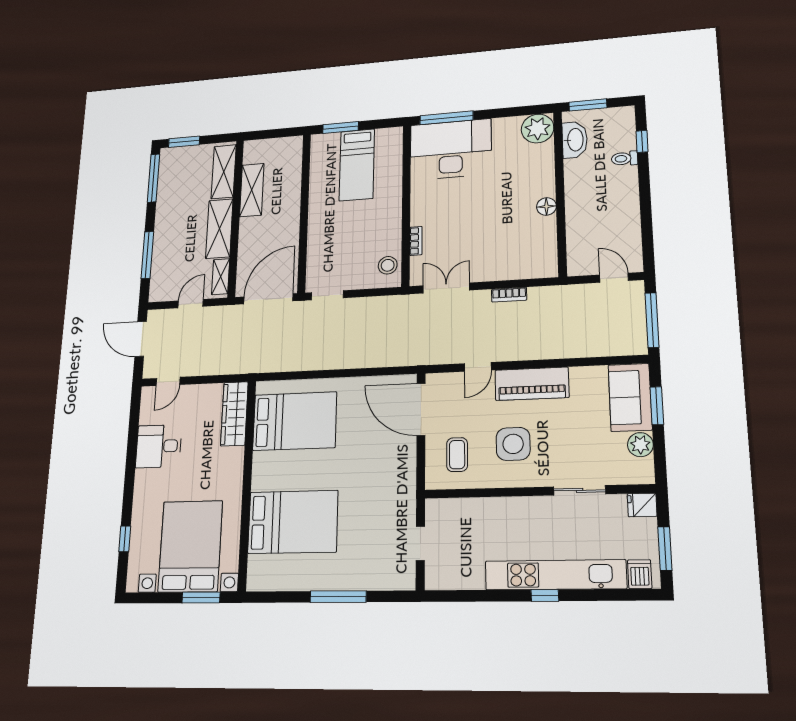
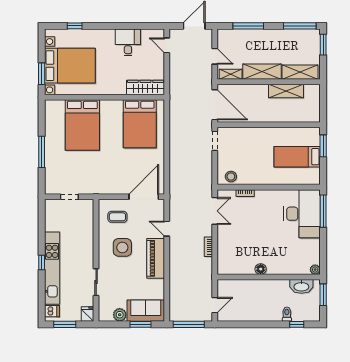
plant: (538, 129) -> (315, 270), width x0.53, depth x0.53

